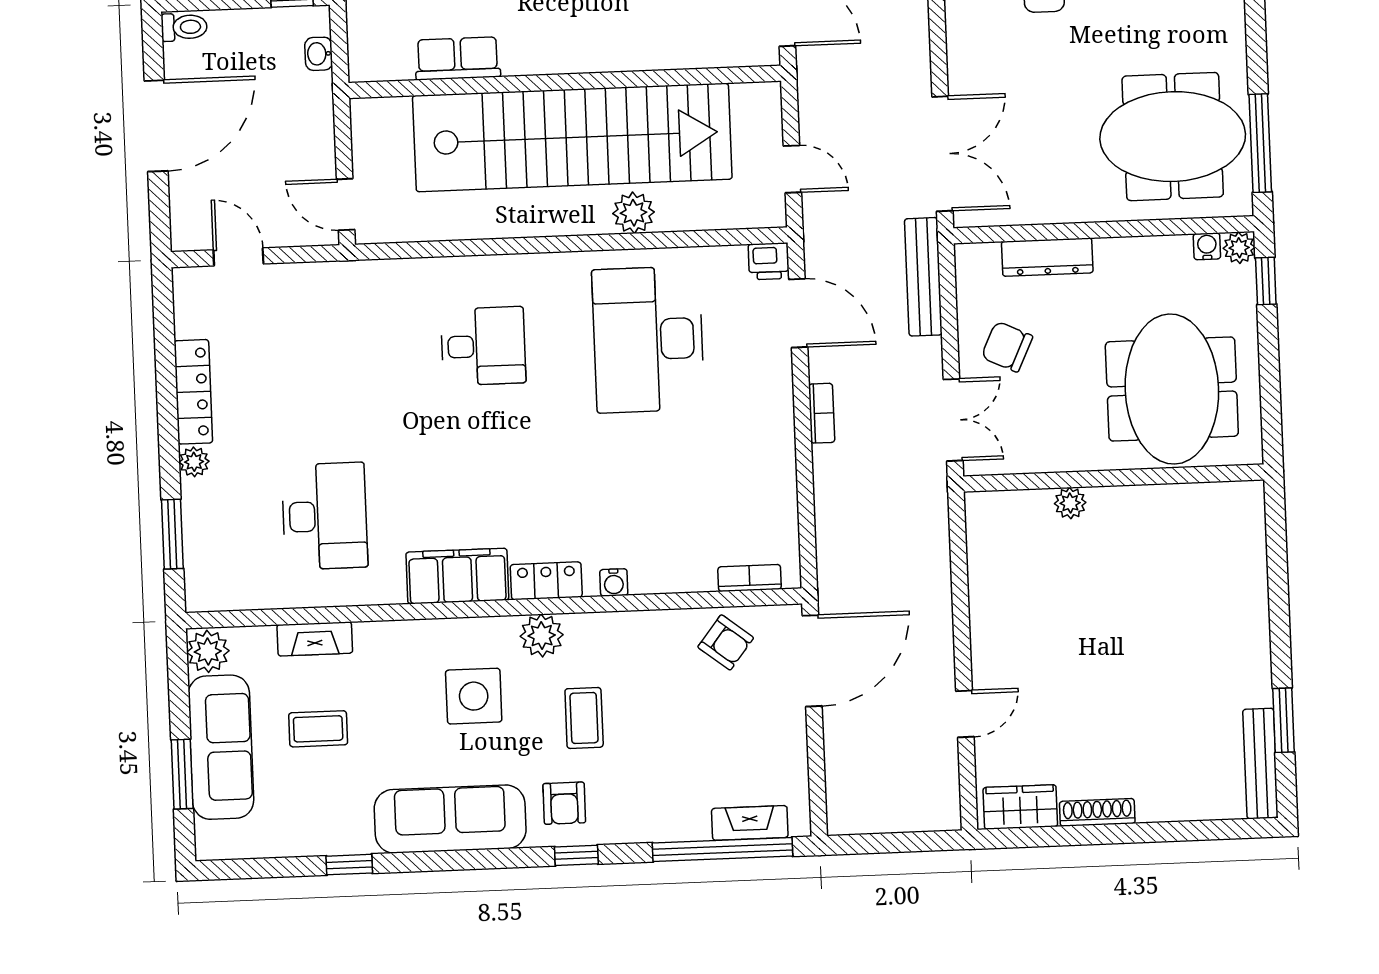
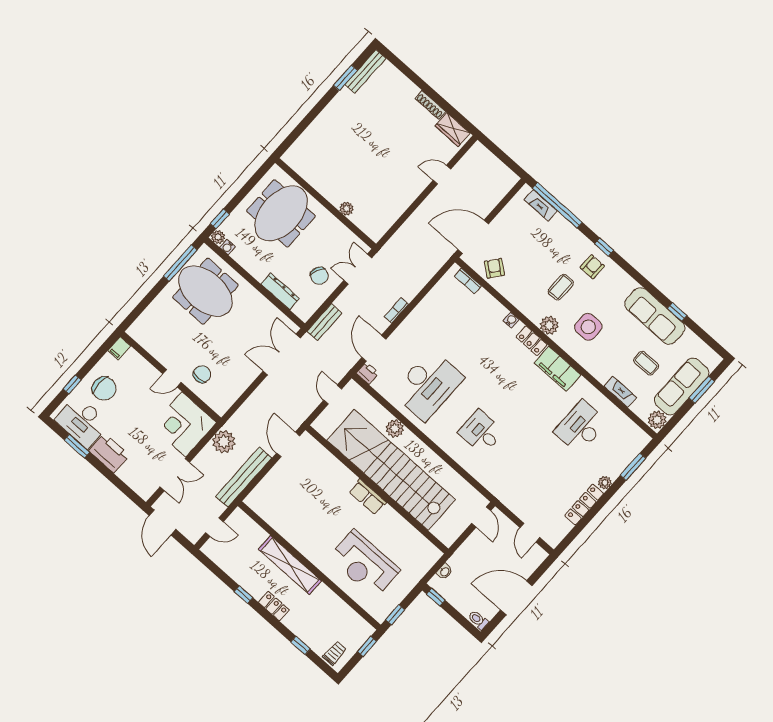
row of seats: (458, 58) -> (368, 497), moved
bench: (923, 277) -> (324, 322), width x0.73
sofa: (450, 819) -> (655, 316), moved

